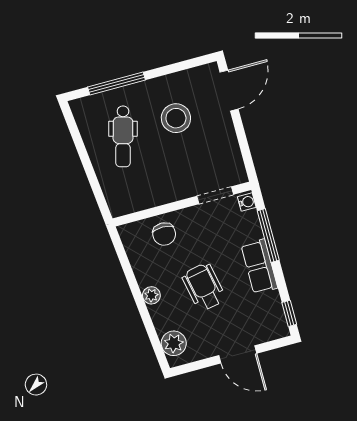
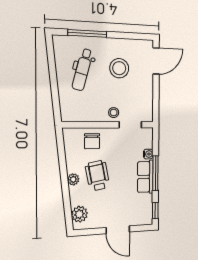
stool: (185, 184) -> (114, 113), added
water cooler: (247, 202) -> (148, 154), moved
window: (268, 235) -> (155, 173), moved
wheelchair: (204, 287) -> (97, 176), moved

